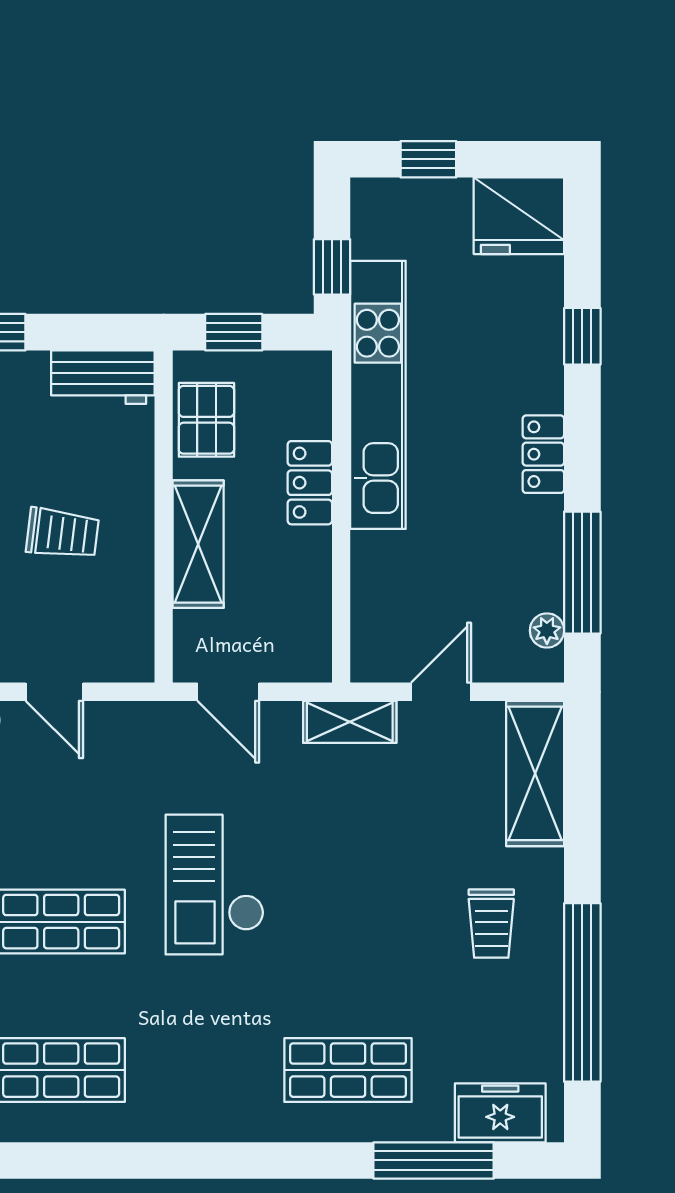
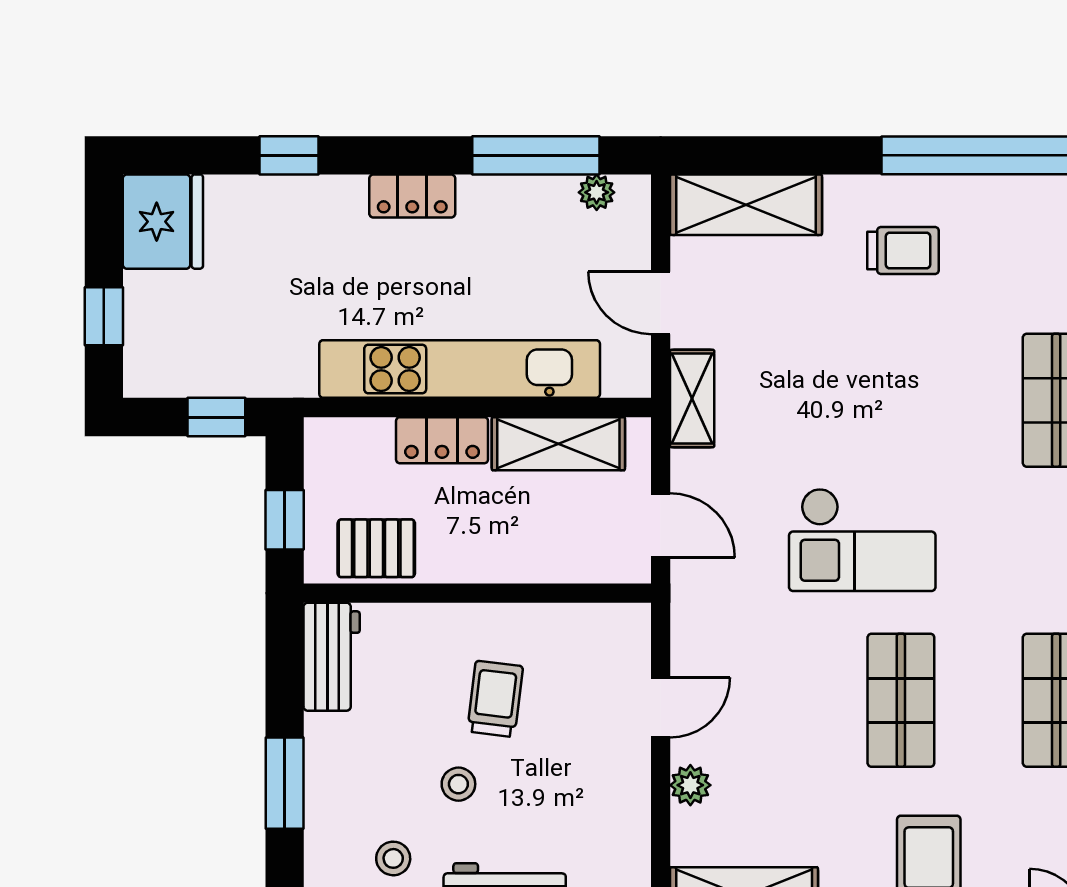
kitchen unit: (378, 395) -> (460, 369), moved
shelving: (198, 544) -> (558, 444), moved
door: (228, 692) -> (661, 525), hinge flipped

